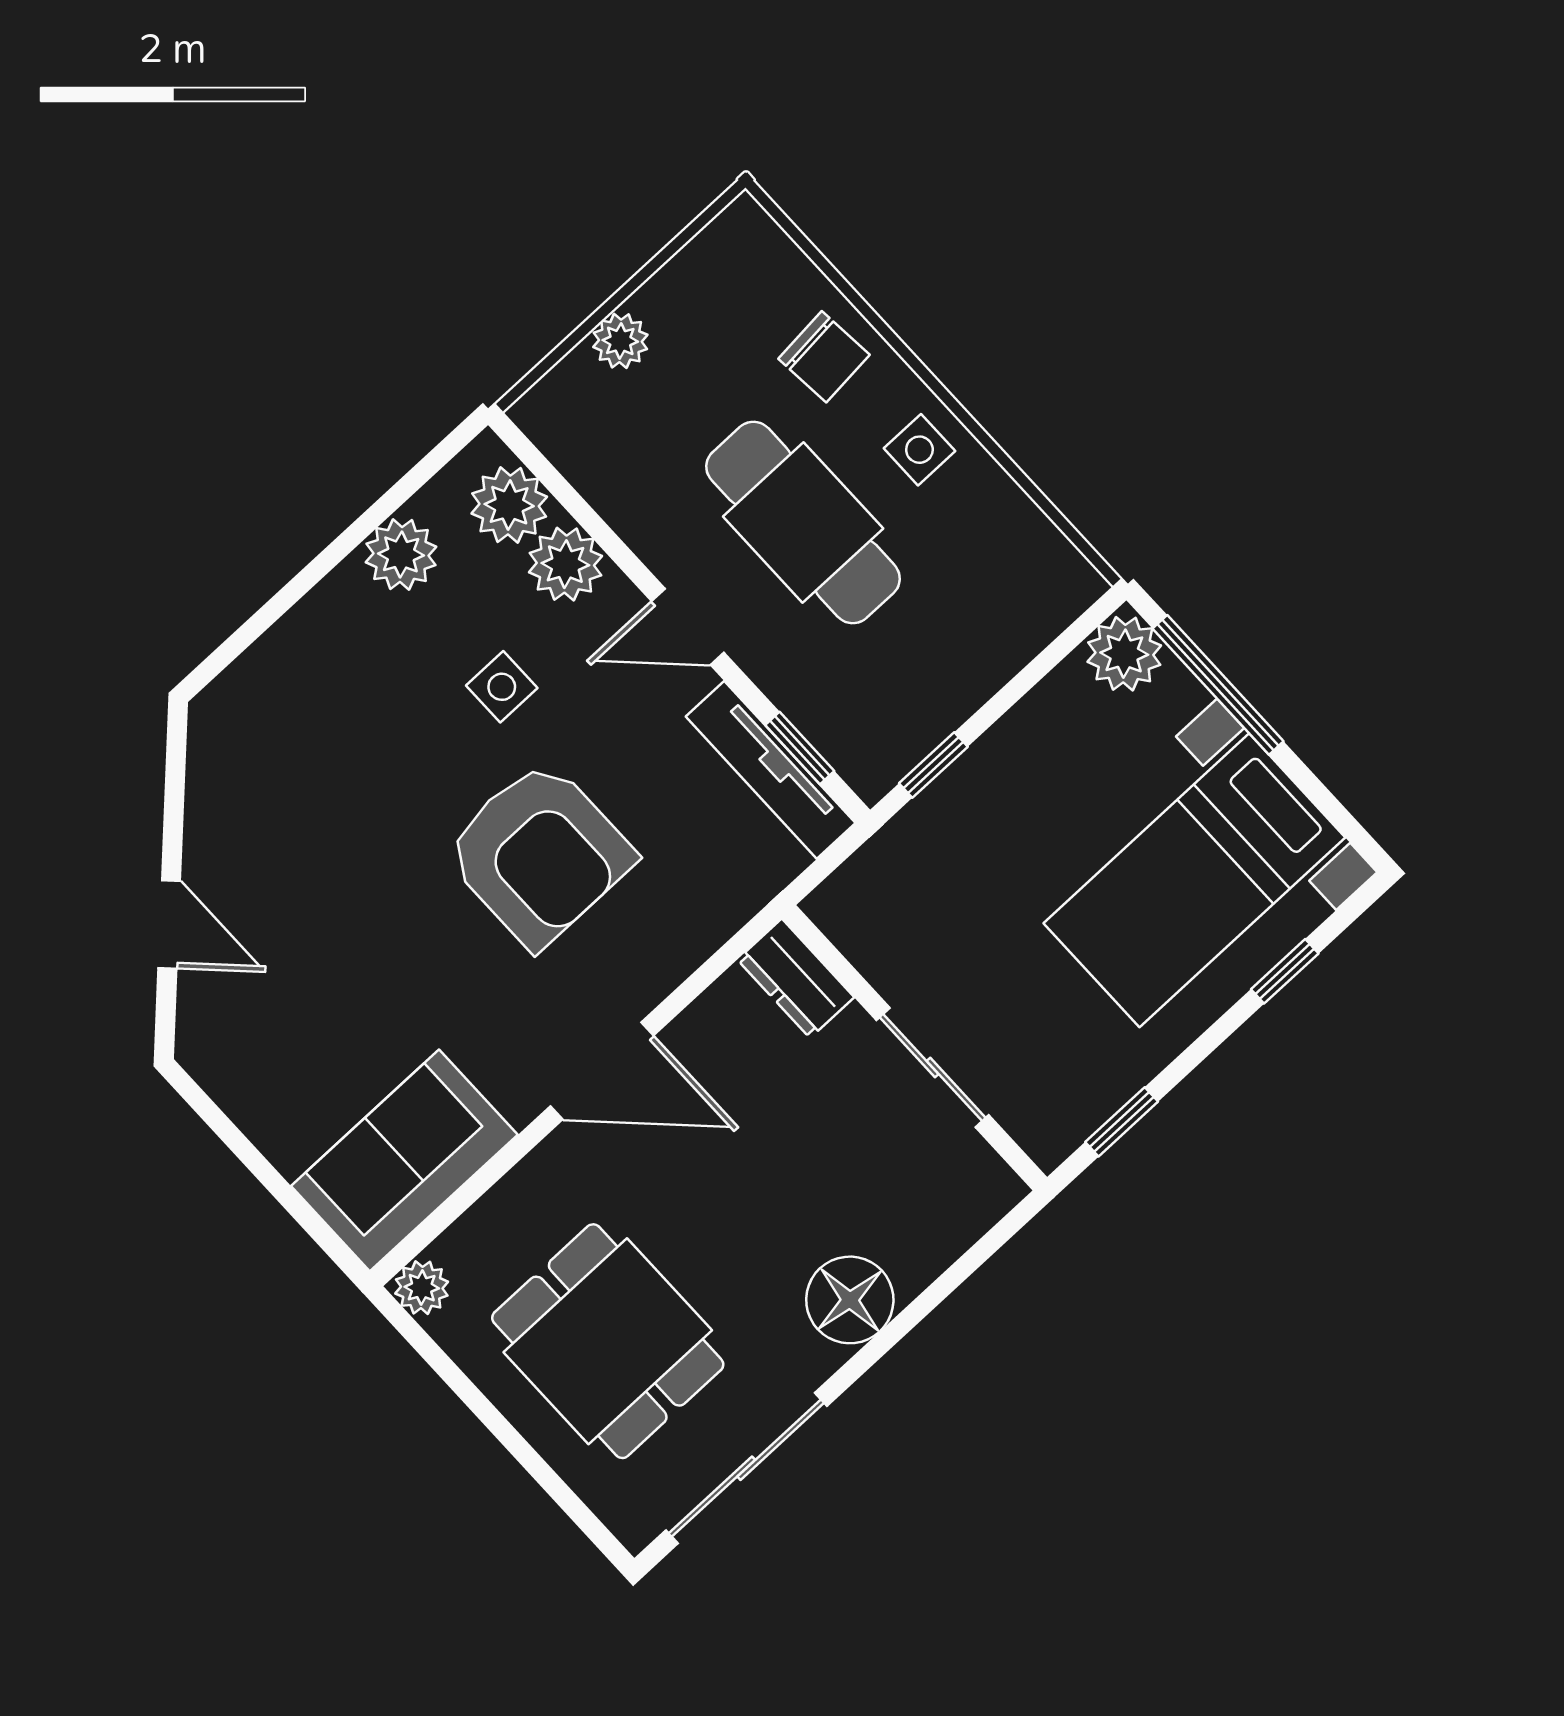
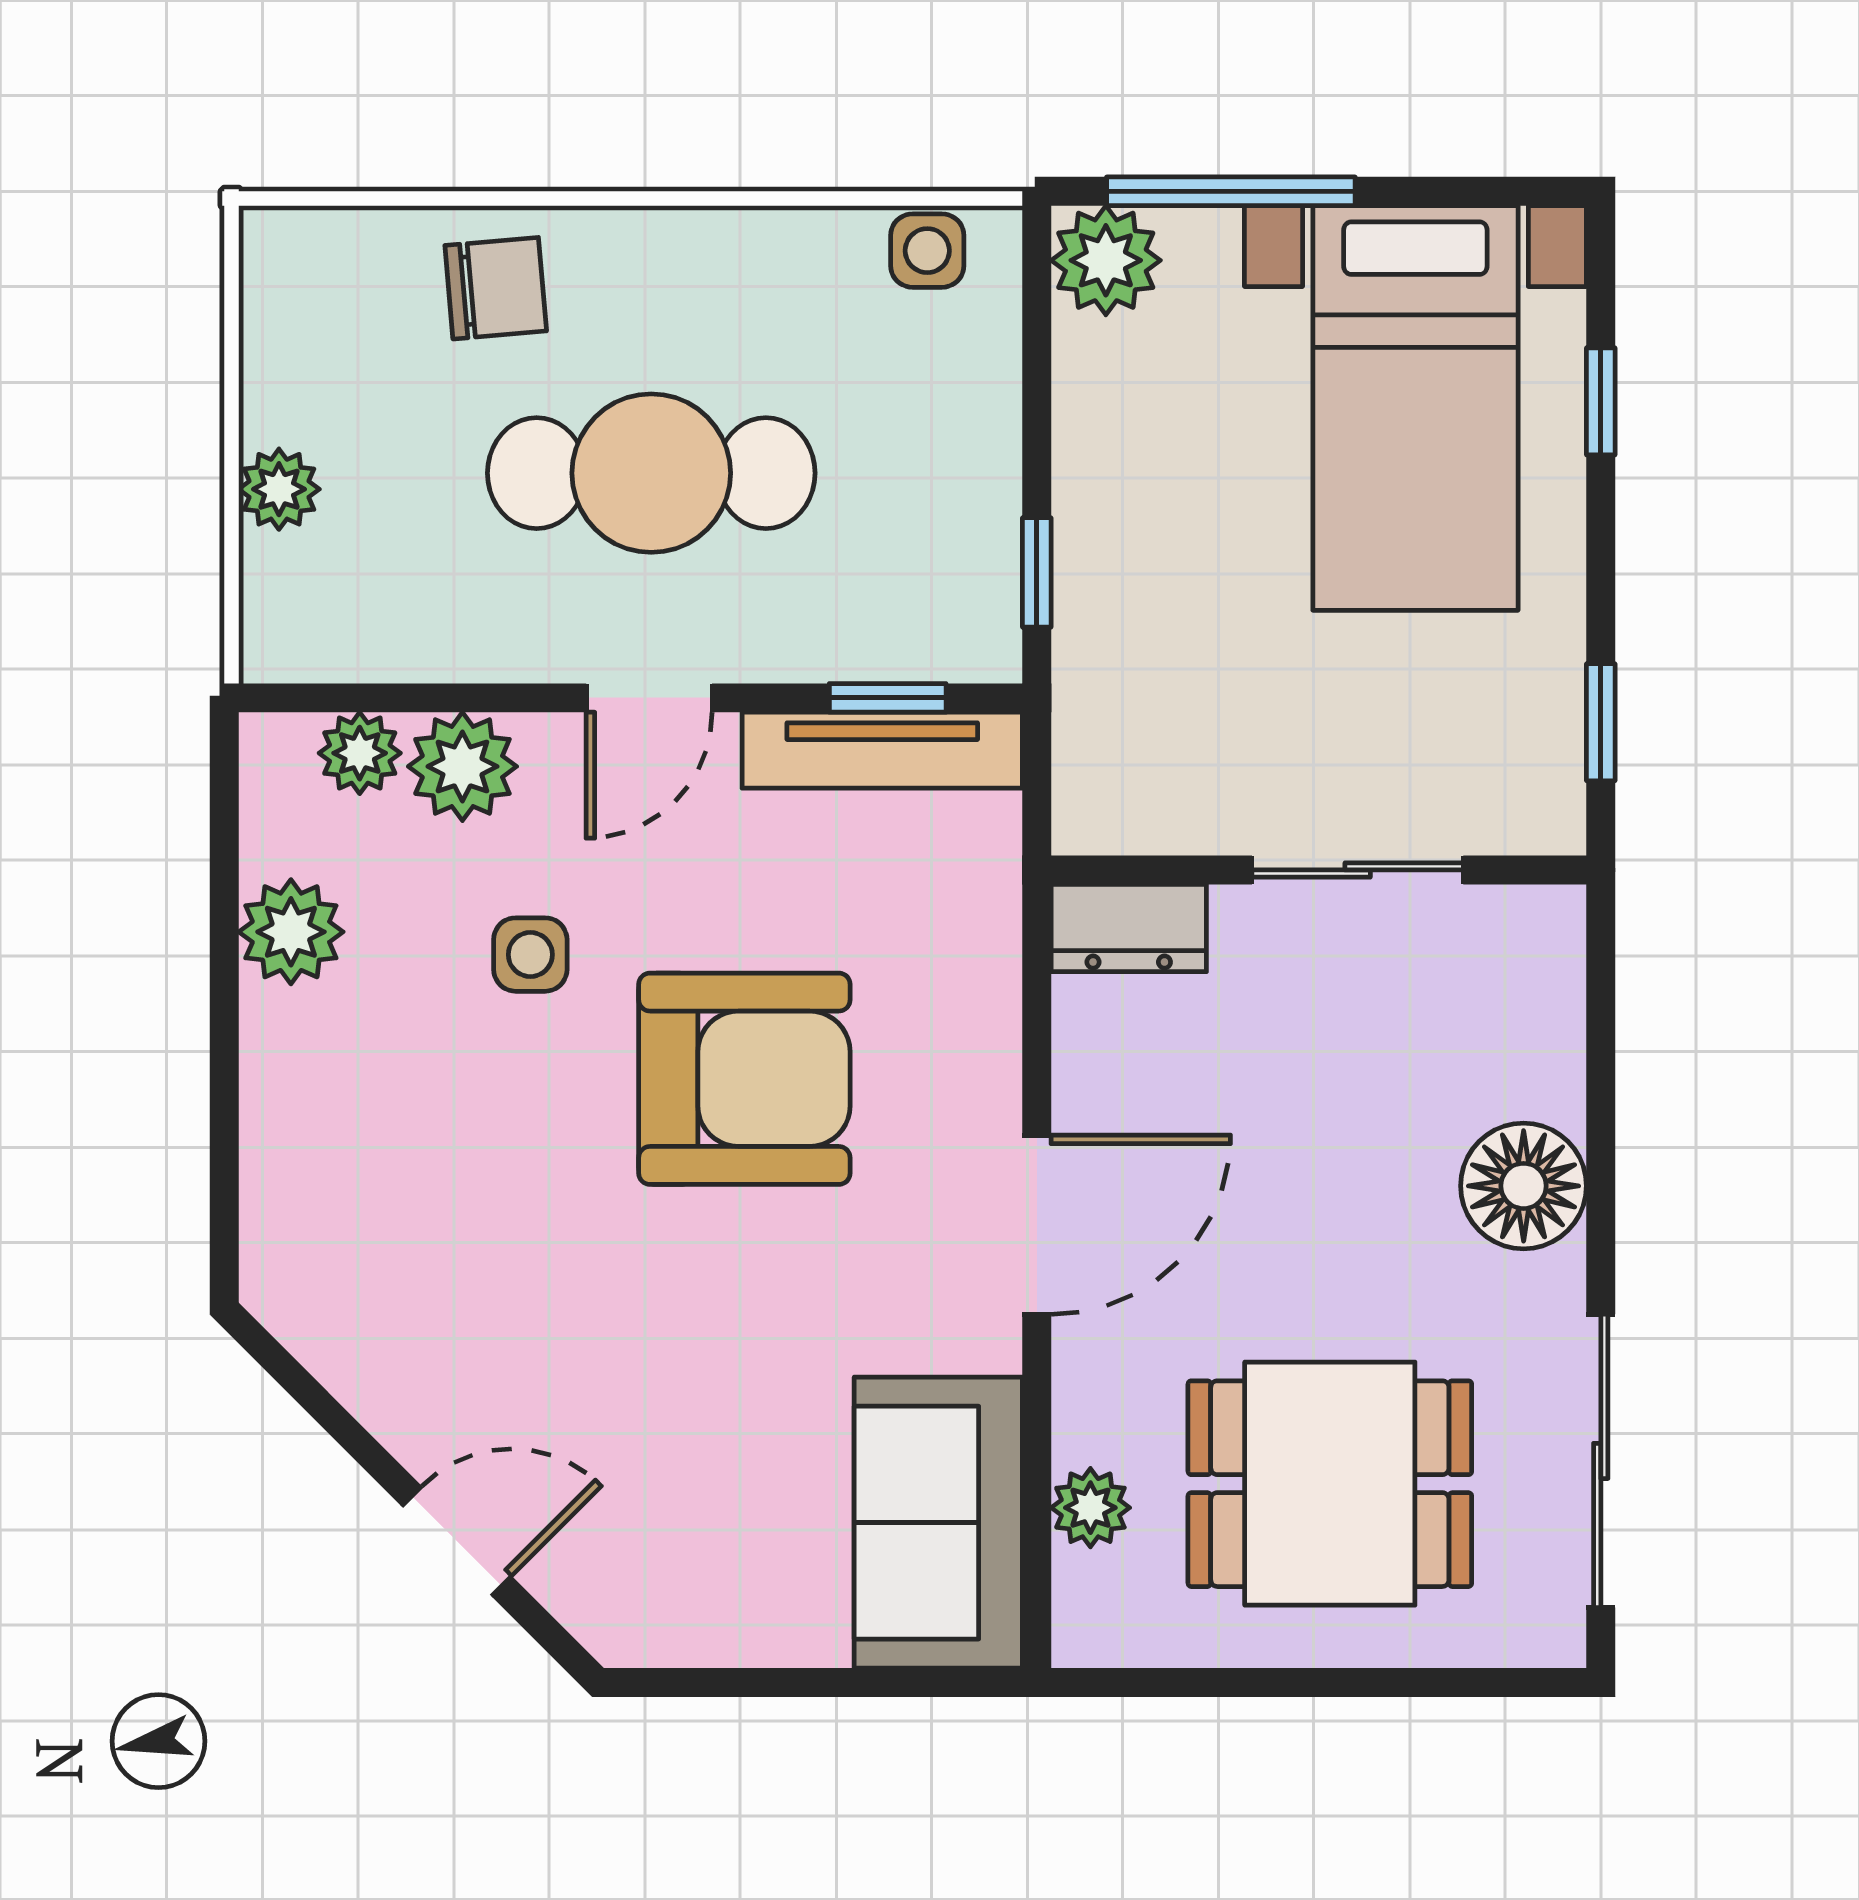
side table: (919, 450) -> (927, 251), moved
plant: (509, 505) -> (360, 753), width x0.73, depth x0.73
plant: (422, 1288) -> (1090, 1508), moved

